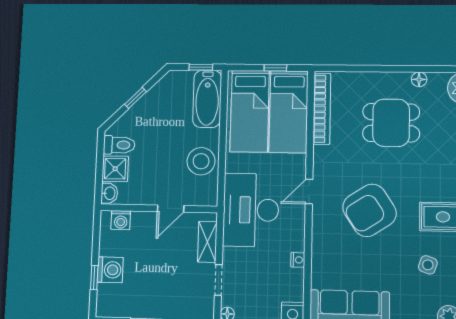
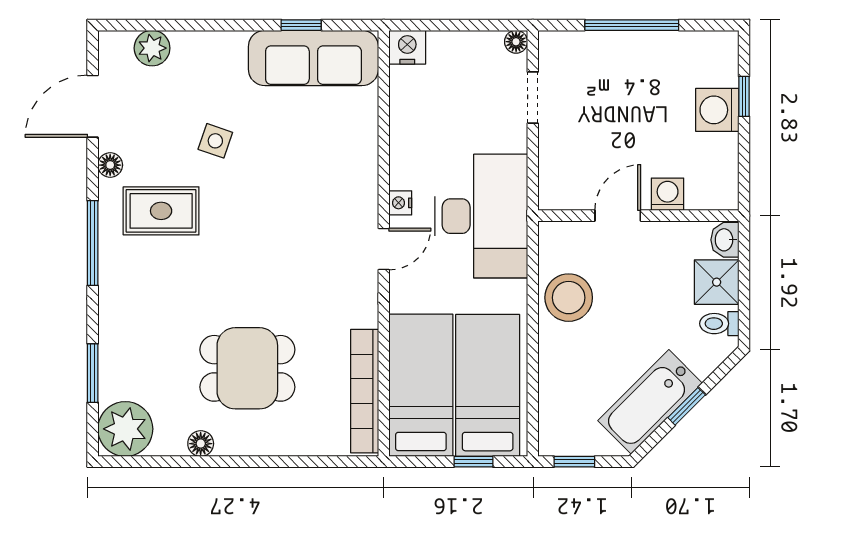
window: (275, 68) -> (473, 462), moved
bathtub: (207, 99) -> (650, 402), moved, turned -135
toilet: (119, 145) -> (719, 324), width x0.73, depth x0.72
armchair: (370, 210) -> (282, 219), removed
washing machine: (121, 220) -> (668, 194), moved
shelving: (207, 242) -> (553, 161), removed
nightstand: (298, 260) -> (400, 203), moved
side table: (428, 265) -> (215, 141), moved

